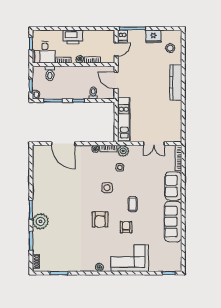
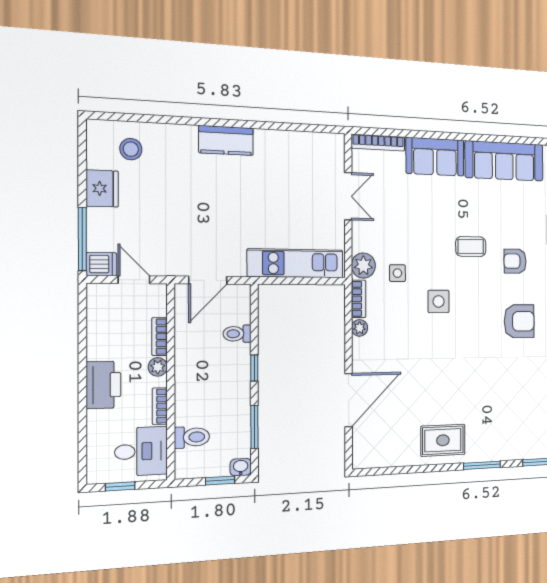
kitchen counter: (176, 82) -> (226, 140), width x0.67
rug: (43, 190) -> (443, 440), added
armchair: (100, 219) -> (519, 321), moved
plant: (40, 221) -> (504, 444), removed

